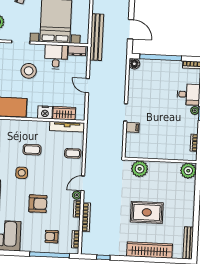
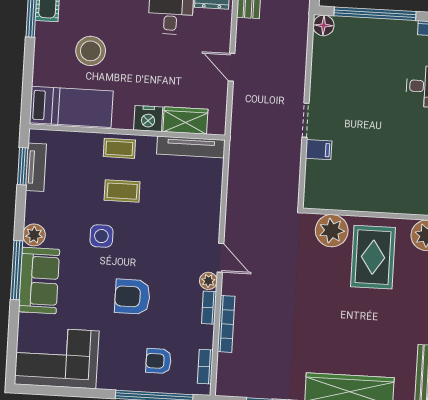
stool: (29, 71) -> (91, 51), moved
coffee table: (73, 153) -> (119, 148), moved
door: (83, 183) -> (221, 258), swing flipped
armchair: (38, 204) -> (132, 297), turned 180
rug: (147, 212) -> (373, 257), moved, turned 90

